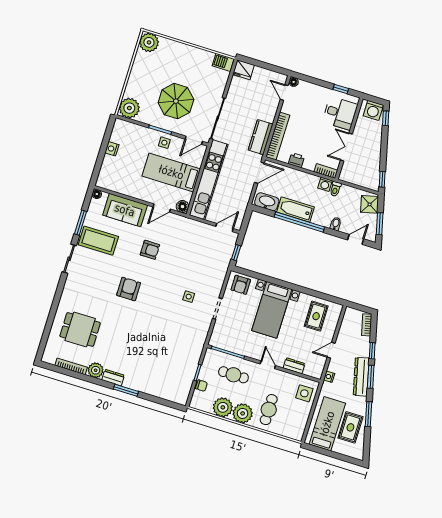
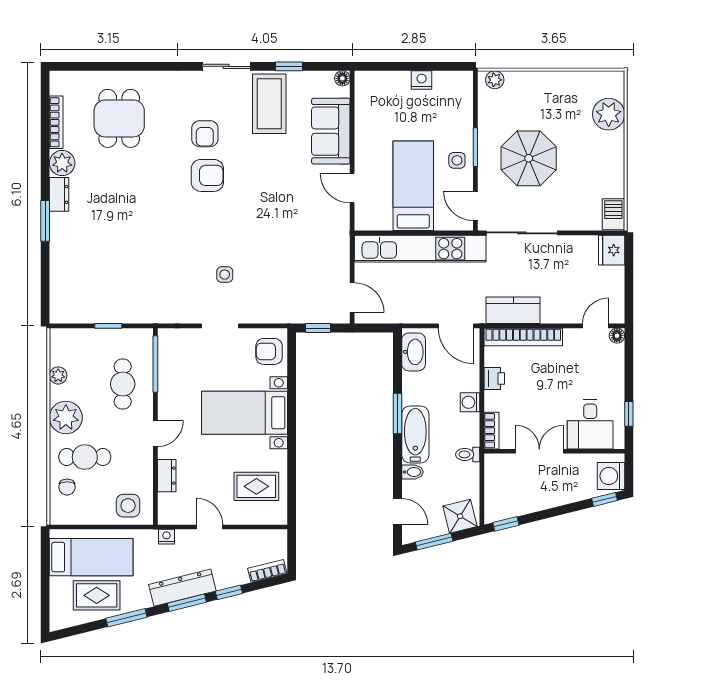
plant: (149, 42) -> (609, 114), moved
plant: (129, 108) -> (495, 80), width x0.53, depth x0.53
washing machine: (325, 184) -> (470, 402), moved
floor lamp: (182, 207) -> (365, 220), removed
bathtub: (296, 210) -> (415, 434), moved
window: (299, 222) -> (398, 414), width x0.47
window: (80, 223) -> (289, 66), width x0.67
armchair: (150, 250) -> (205, 134), moved
chair: (201, 386) -> (67, 487), moved
plant: (223, 407) -> (58, 375), width x0.53, depth x0.53

